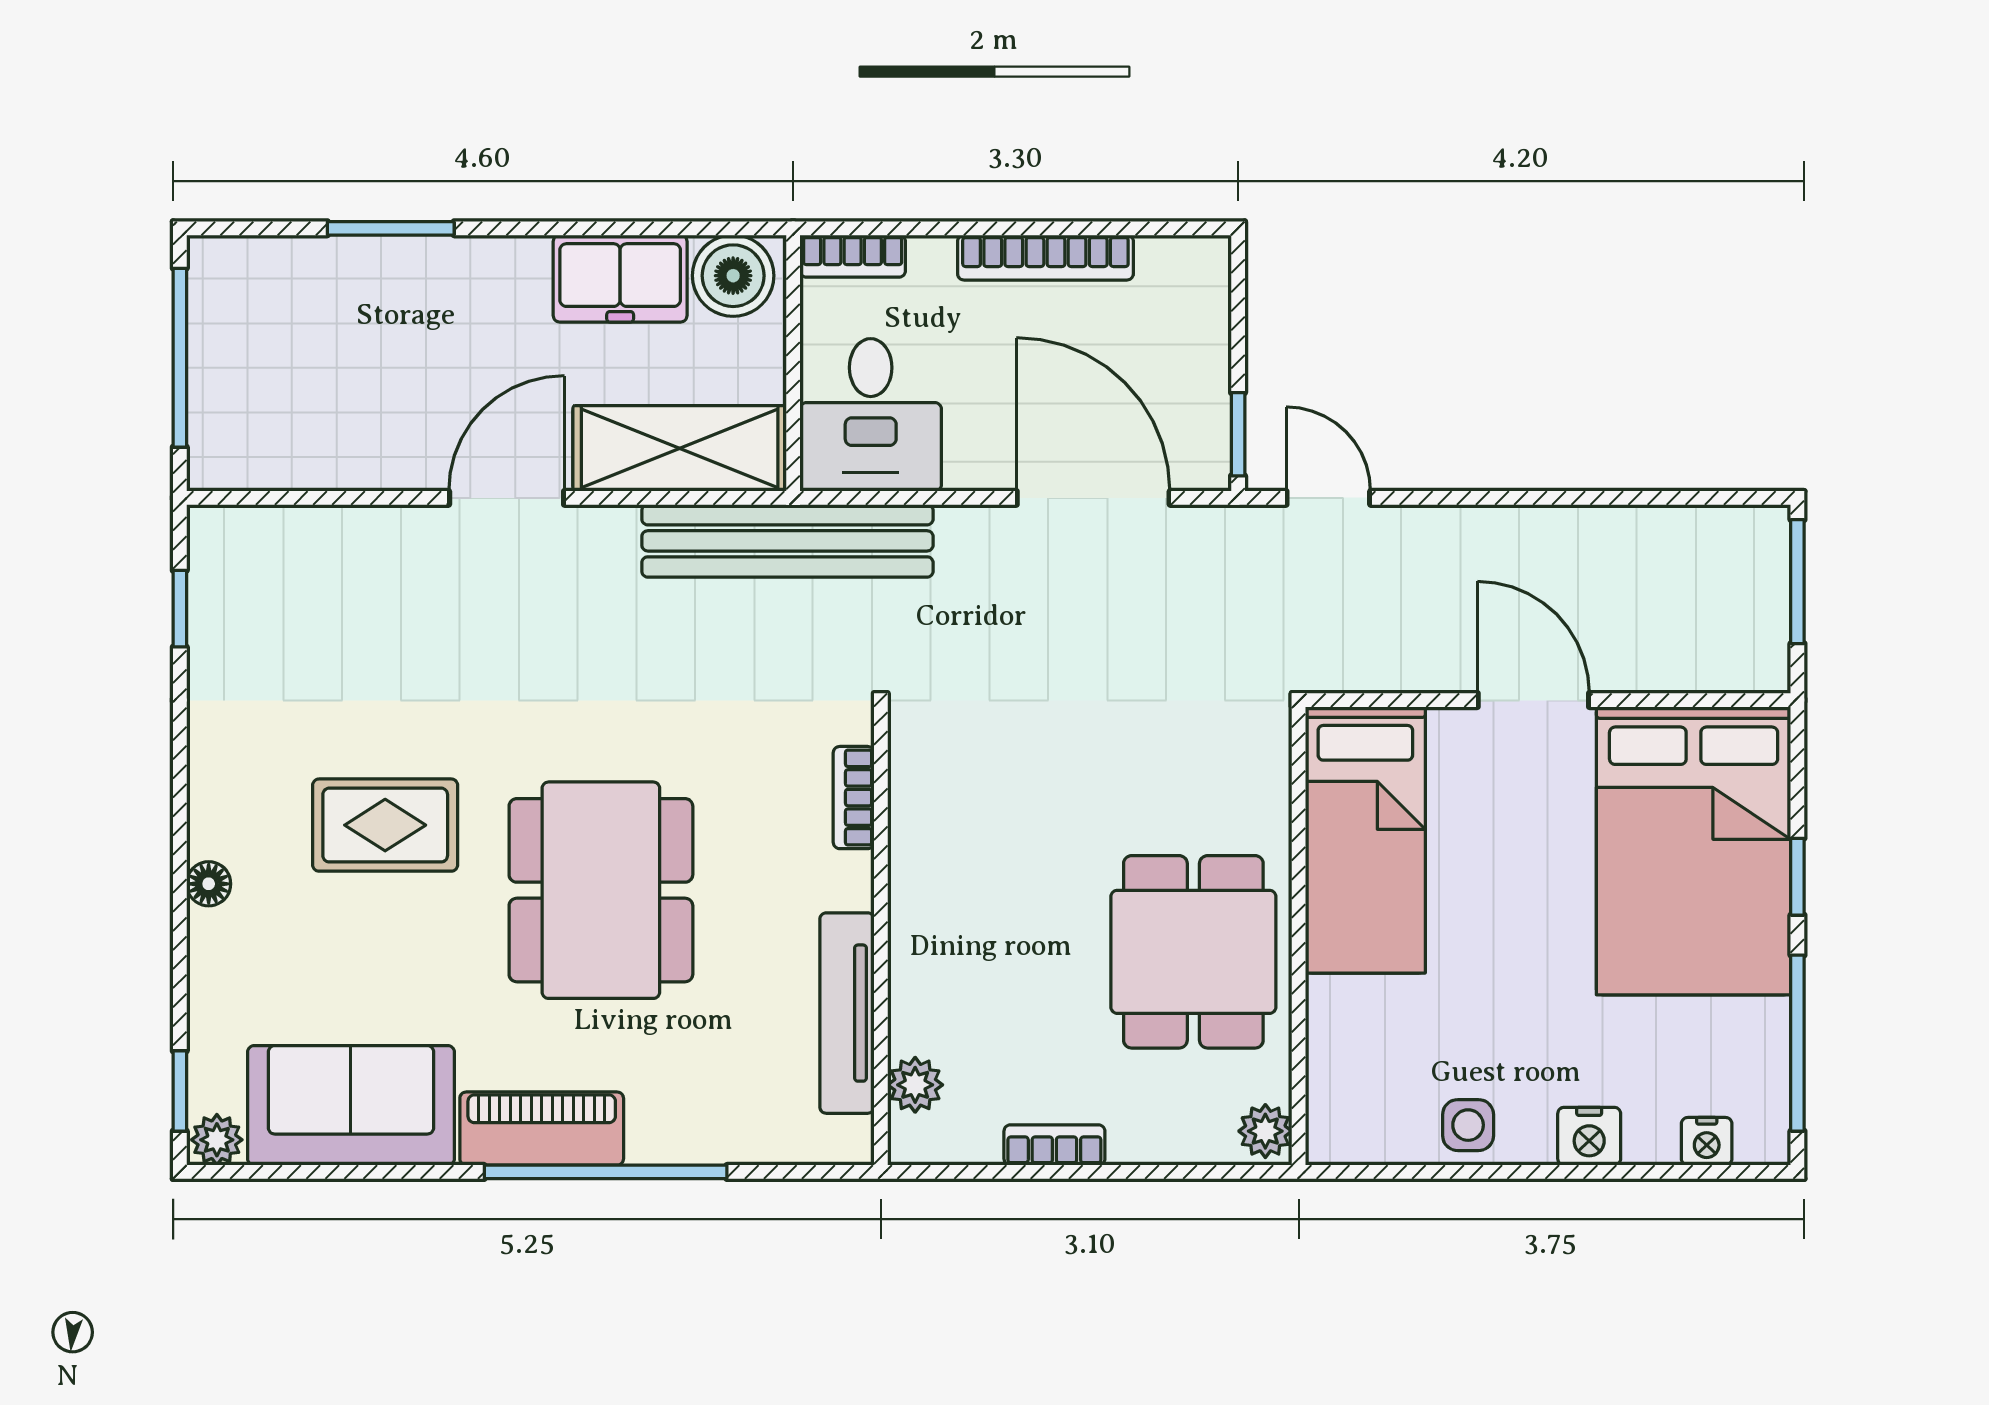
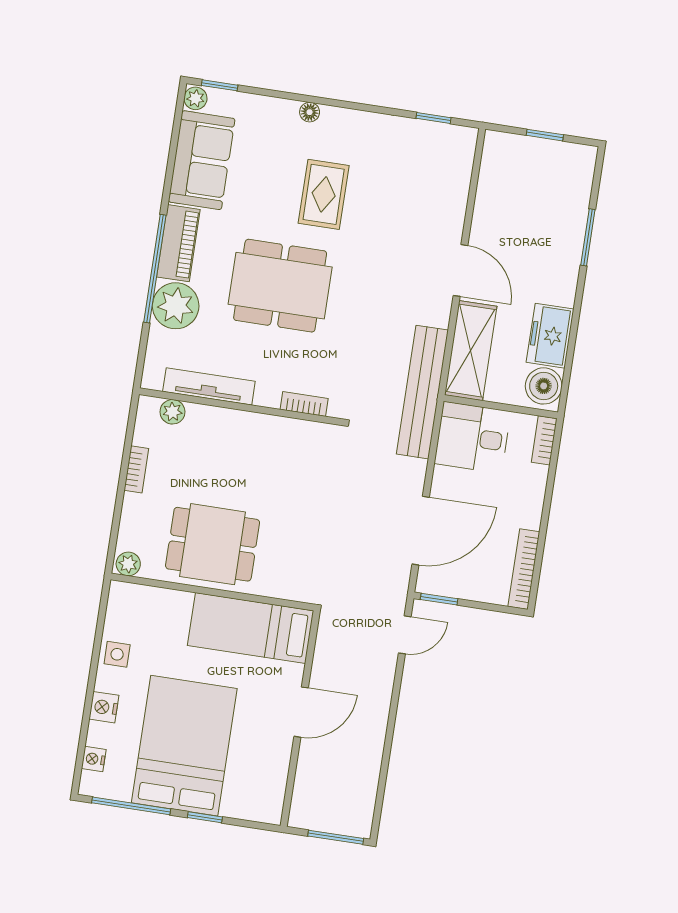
bookcase: (1045, 258) -> (524, 569), moved
window: (180, 358) -> (545, 135), width x0.46
bed: (1694, 851) -> (184, 746), moved, turned 90
plant: (681, 1114) -> (176, 306), added

